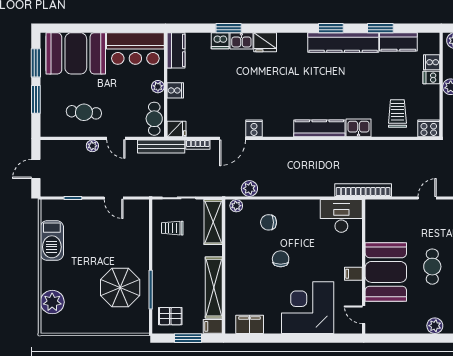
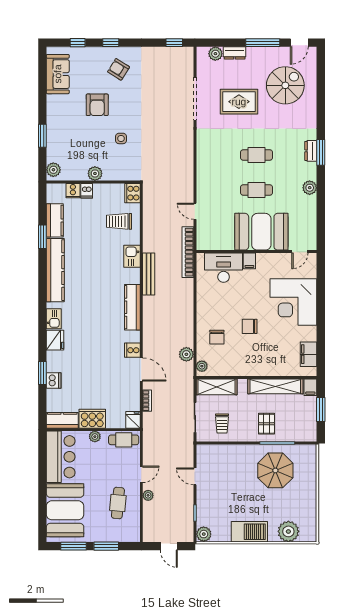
window: (331, 28) -> (42, 281), removed
kitchen sink: (241, 41) -> (54, 319), moved
cooker: (175, 90) -> (92, 419), width x1.87, depth x1.31
kitchen counter: (319, 128) -> (132, 307), moved
bench: (161, 146) -> (149, 274), moved
door: (114, 198) -> (195, 476), swing flipped
door: (427, 198) -> (195, 211), moved
plant: (49, 208) -> (204, 534), added
desk: (341, 216) -> (224, 268), moved, turned 90
barbecue: (52, 240) -> (249, 532), moved
filing cabinet: (353, 274) -> (249, 261), moved
pallet: (170, 316) -> (267, 424), moved

